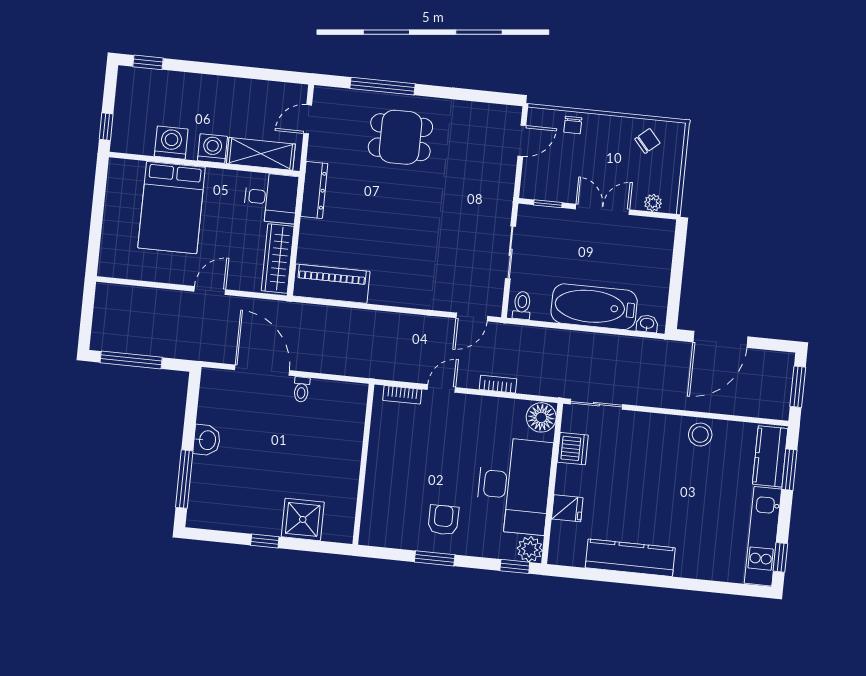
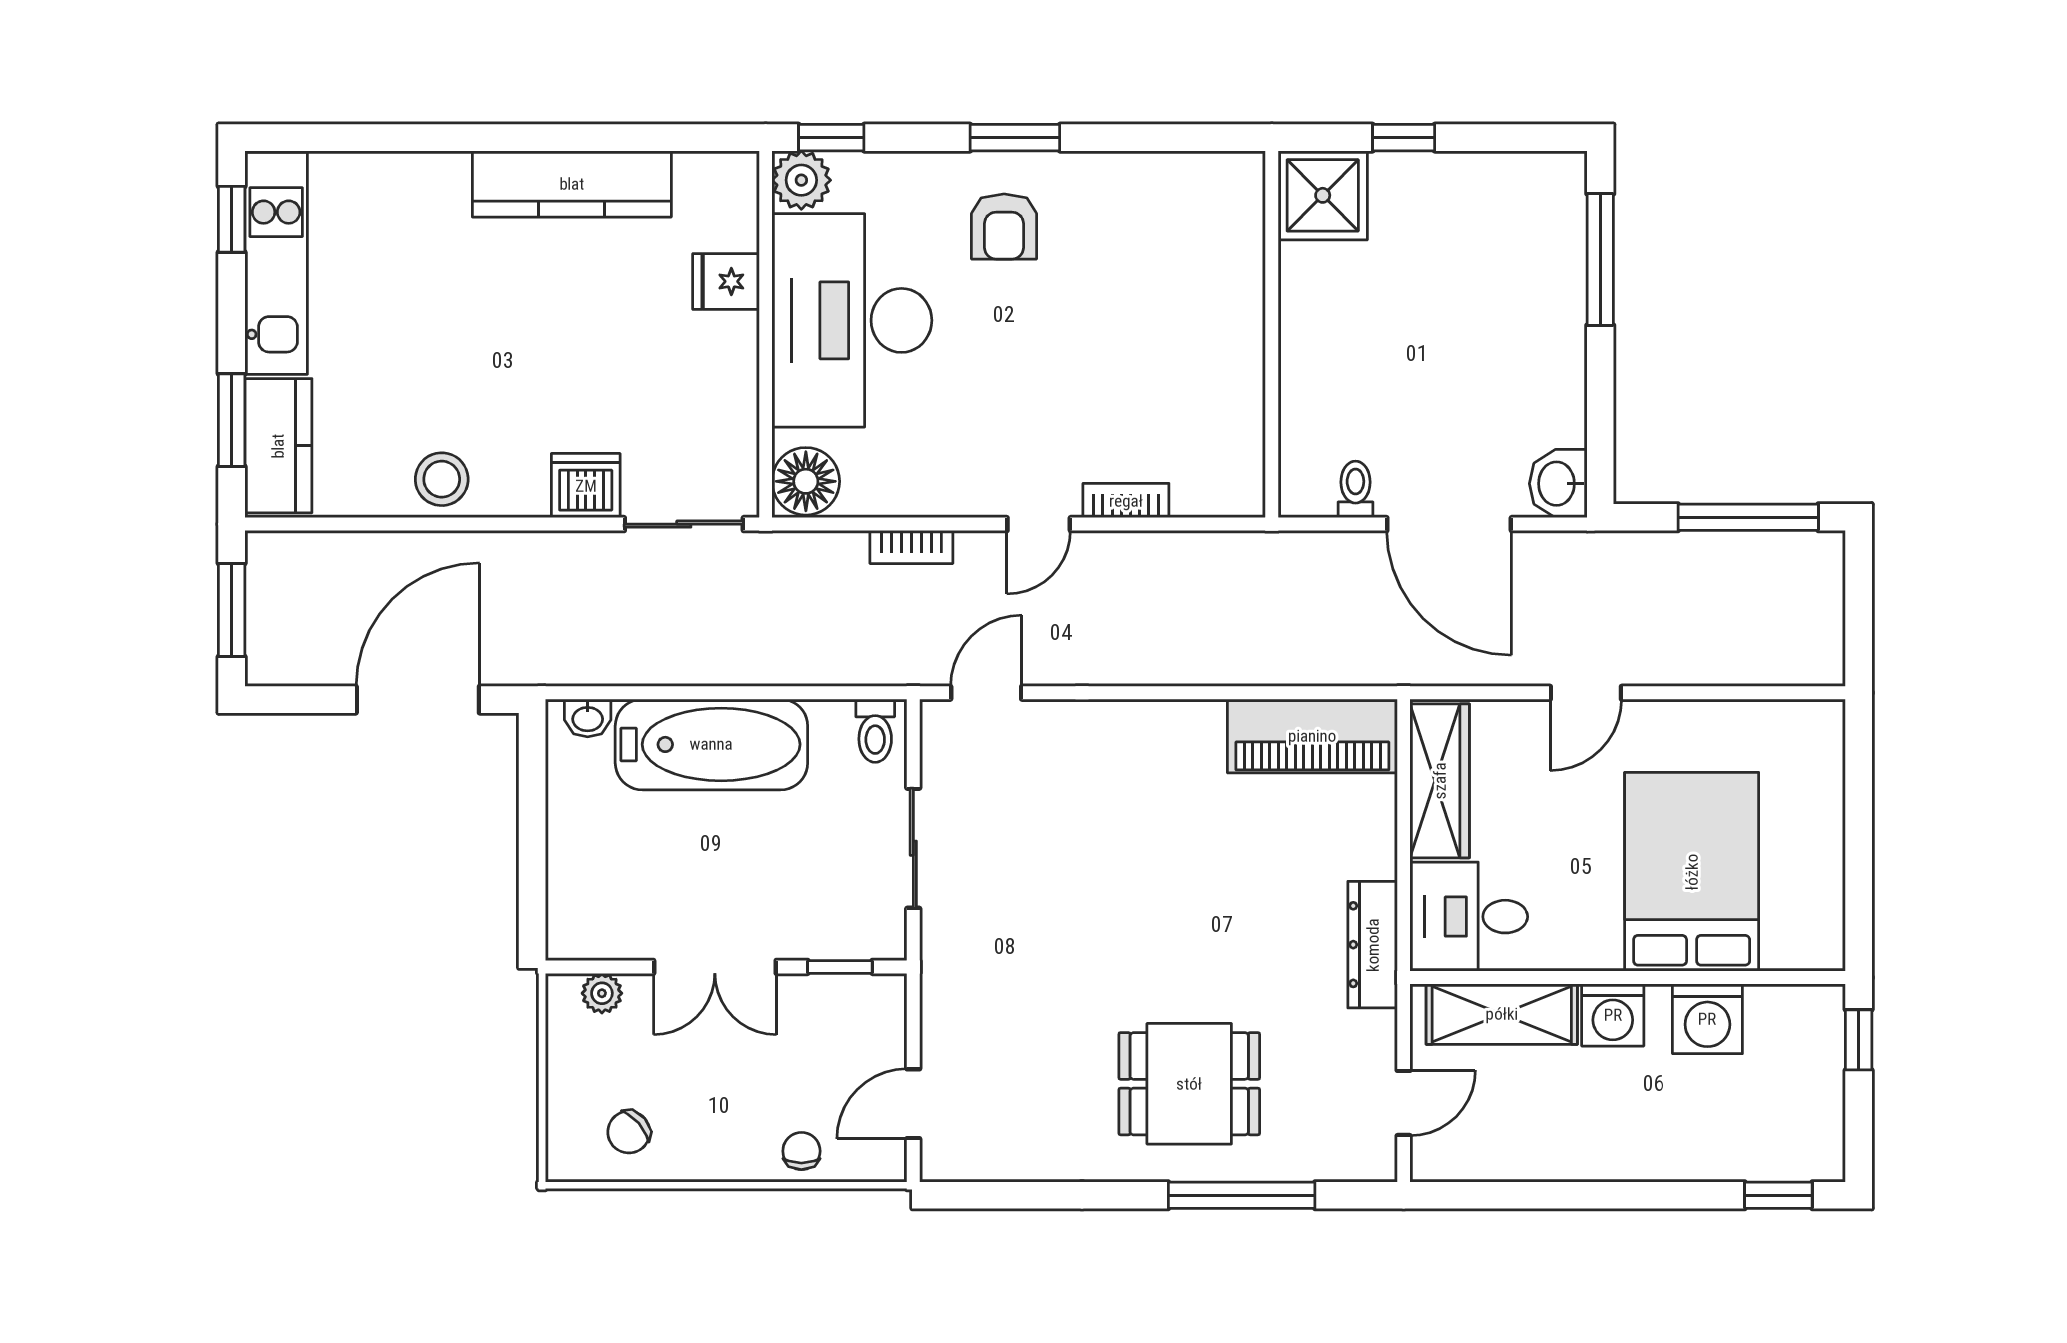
washbasin: (207, 440) -> (1558, 484), moved
dishwasher: (573, 449) -> (586, 486), moved, turned 90
wall: (363, 464) -> (1272, 334), moved

